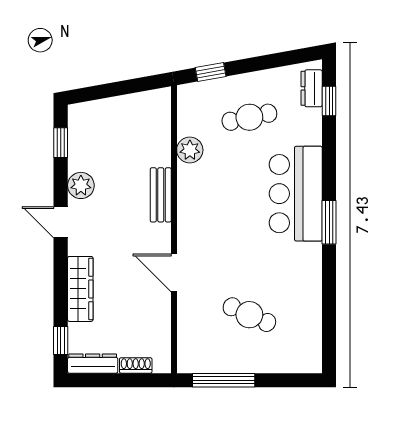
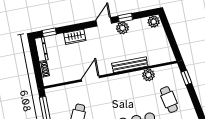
plant: (80, 118) -> (154, 22), added
window: (61, 143) -> (125, 18), moved
bench: (161, 195) -> (130, 65), width x1.36
wardrobe: (80, 289) -> (75, 37), width x0.67

